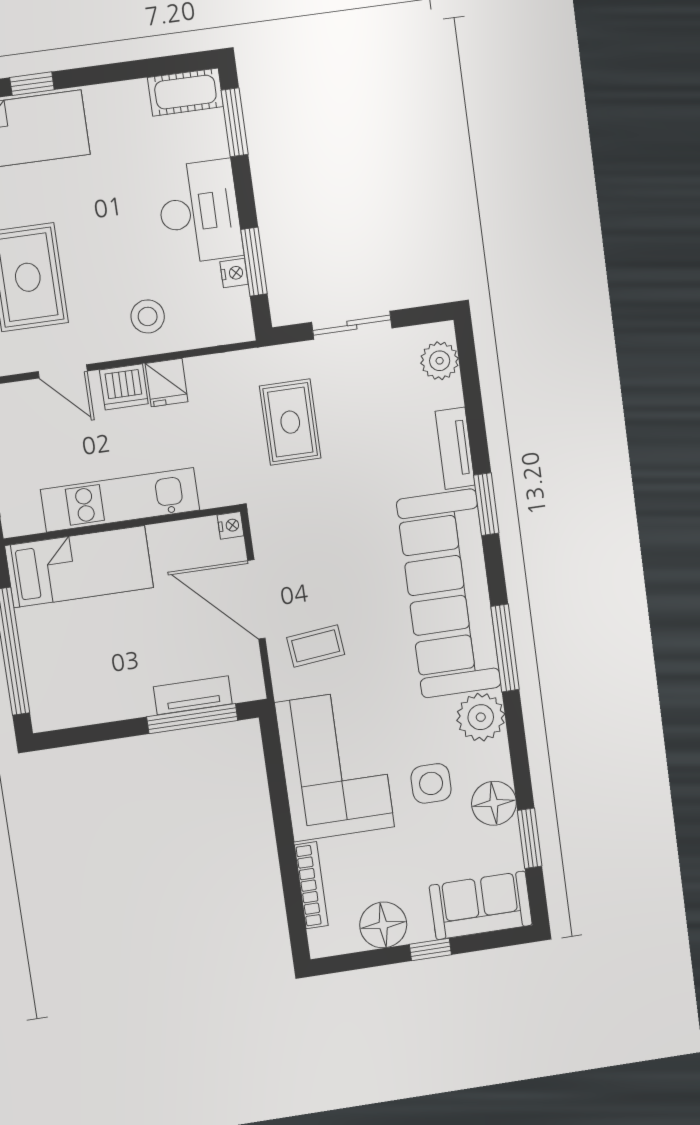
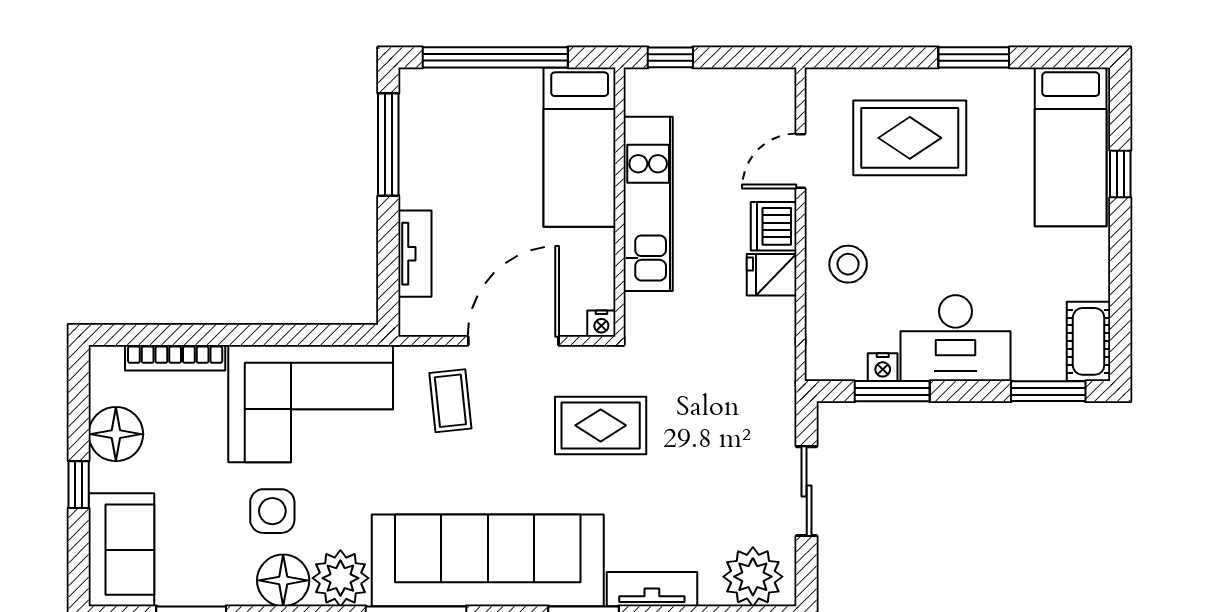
plant: (440, 361) -> (753, 577), width x1.36, depth x1.36
rug: (290, 422) -> (601, 425), moved
window: (192, 719) -> (388, 144), moved
floor lamp: (494, 803) -> (283, 580), moved

